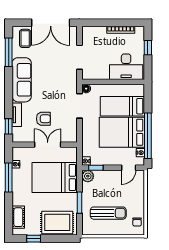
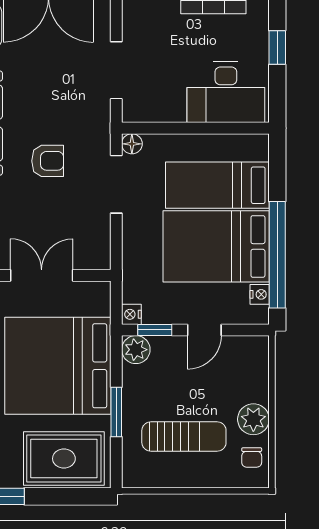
armchair: (43, 119) -> (48, 161), moved
door: (129, 168) -> (204, 330), moved
bed: (55, 177) -> (58, 366), width x1.36
plant: (138, 206) -> (253, 419), added

